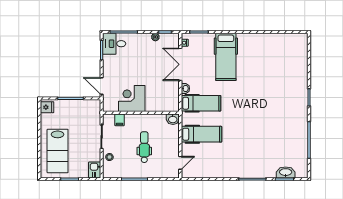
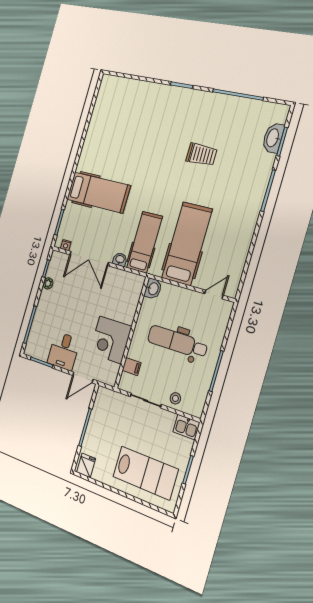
desk: (114, 44) -> (64, 351), moved
trolley: (266, 126) -> (202, 154), added
hospital bed: (201, 134) -> (187, 244), width x1.37, depth x1.29
dental chair: (144, 147) -> (177, 342), width x1.36, depth x1.38
door: (180, 163) -> (214, 295), hinge flipped

